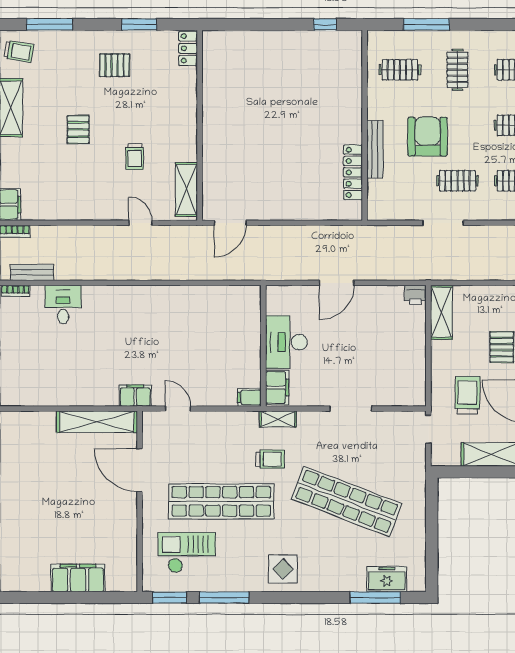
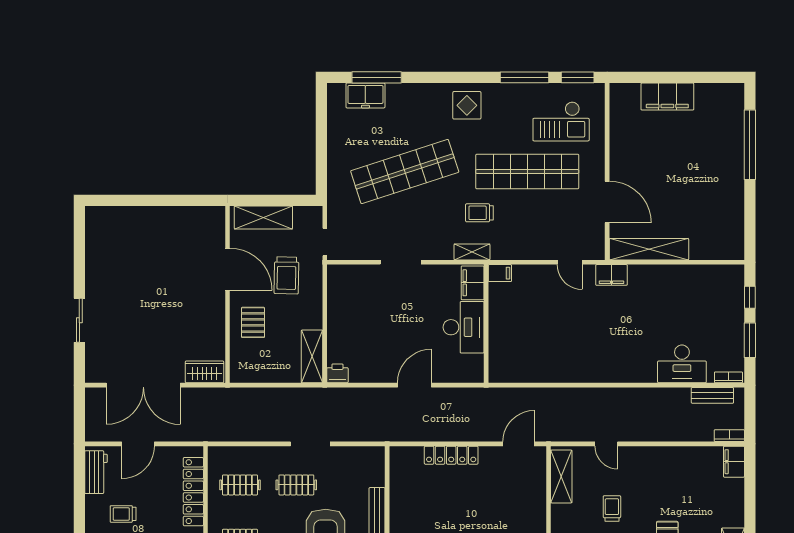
locker: (353, 172) -> (451, 455), moved, turned 90
desk: (63, 305) -> (682, 364), width x1.37
shop shelf: (347, 501) -> (405, 171), turned -39

